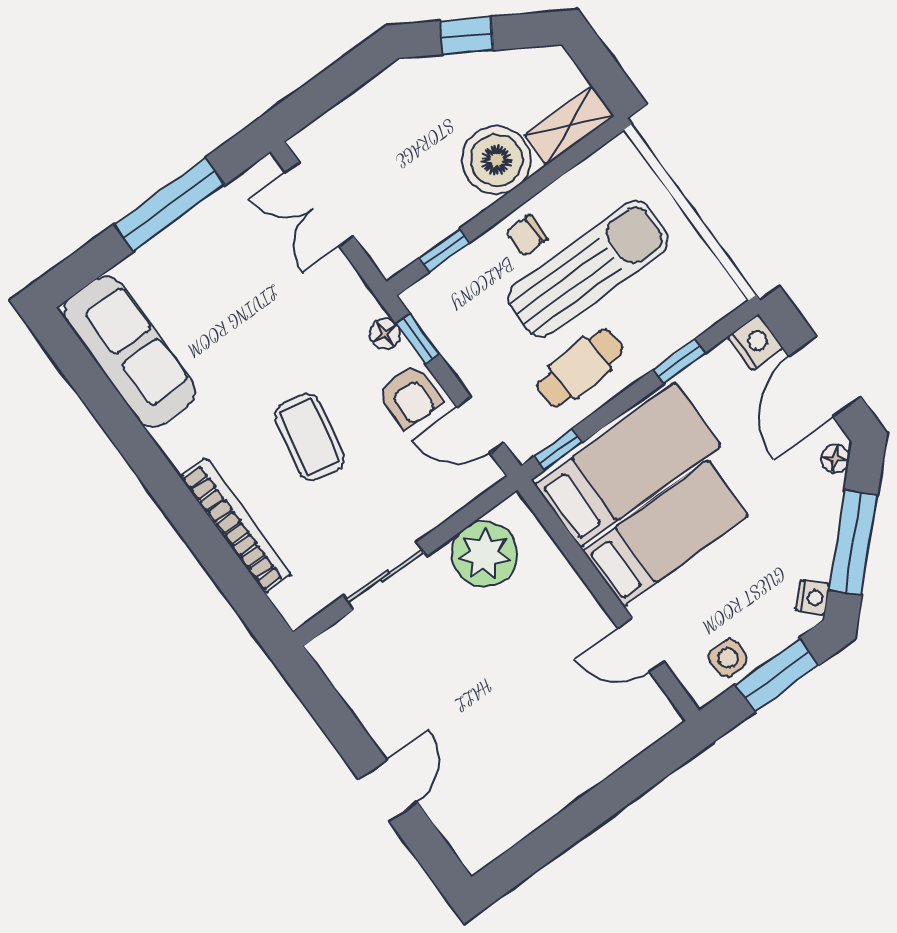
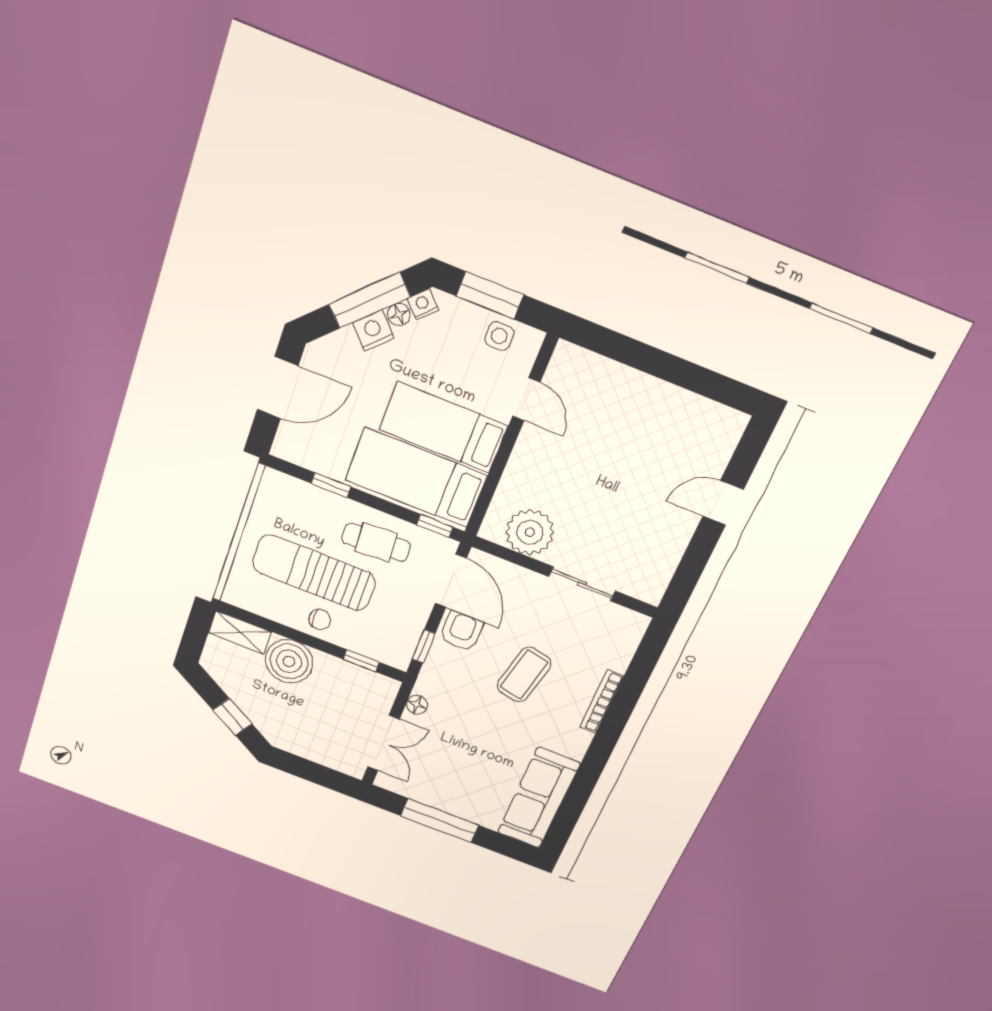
floor lamp: (385, 334) -> (417, 705), moved
nightstand: (755, 342) -> (373, 331), moved, turned 45
door: (480, 425) -> (451, 581), width x1.38
floor lamp: (835, 459) -> (399, 314), moved
bookcase: (236, 526) -> (602, 701), width x0.68, depth x0.76

